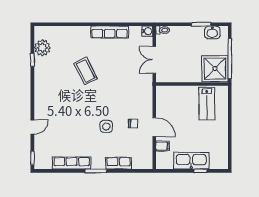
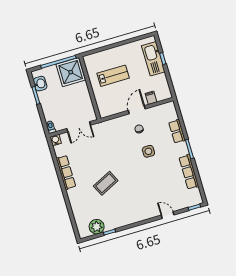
lab bench: (207, 104) -> (113, 76), moved
kitchen sink: (191, 161) -> (153, 59), moved

